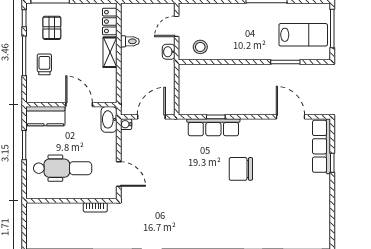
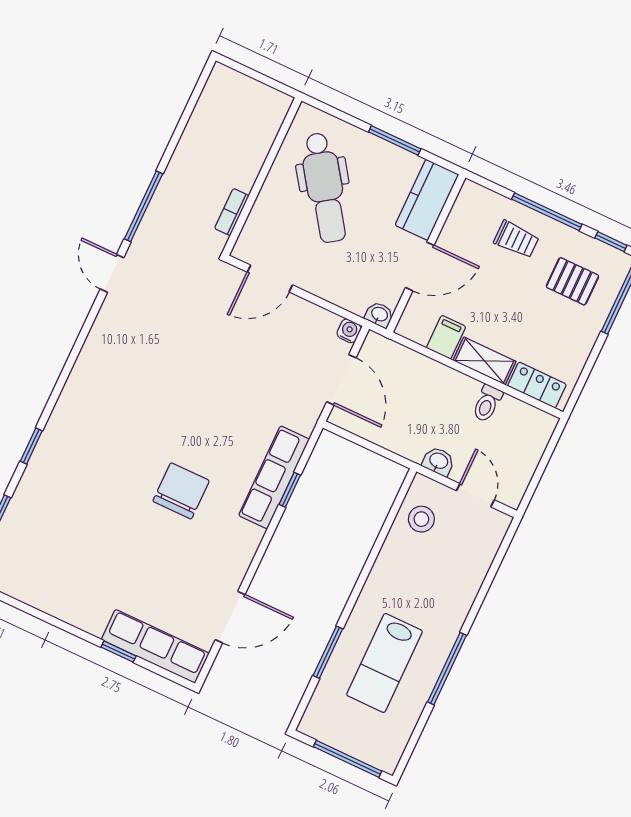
lab bench: (303, 35) -> (385, 663), moved
filing cabinet: (107, 76) -> (446, 337), added
washbasin: (109, 119) -> (379, 315), width x0.52, depth x0.69
dental chair: (63, 168) -> (325, 188), turned -35

